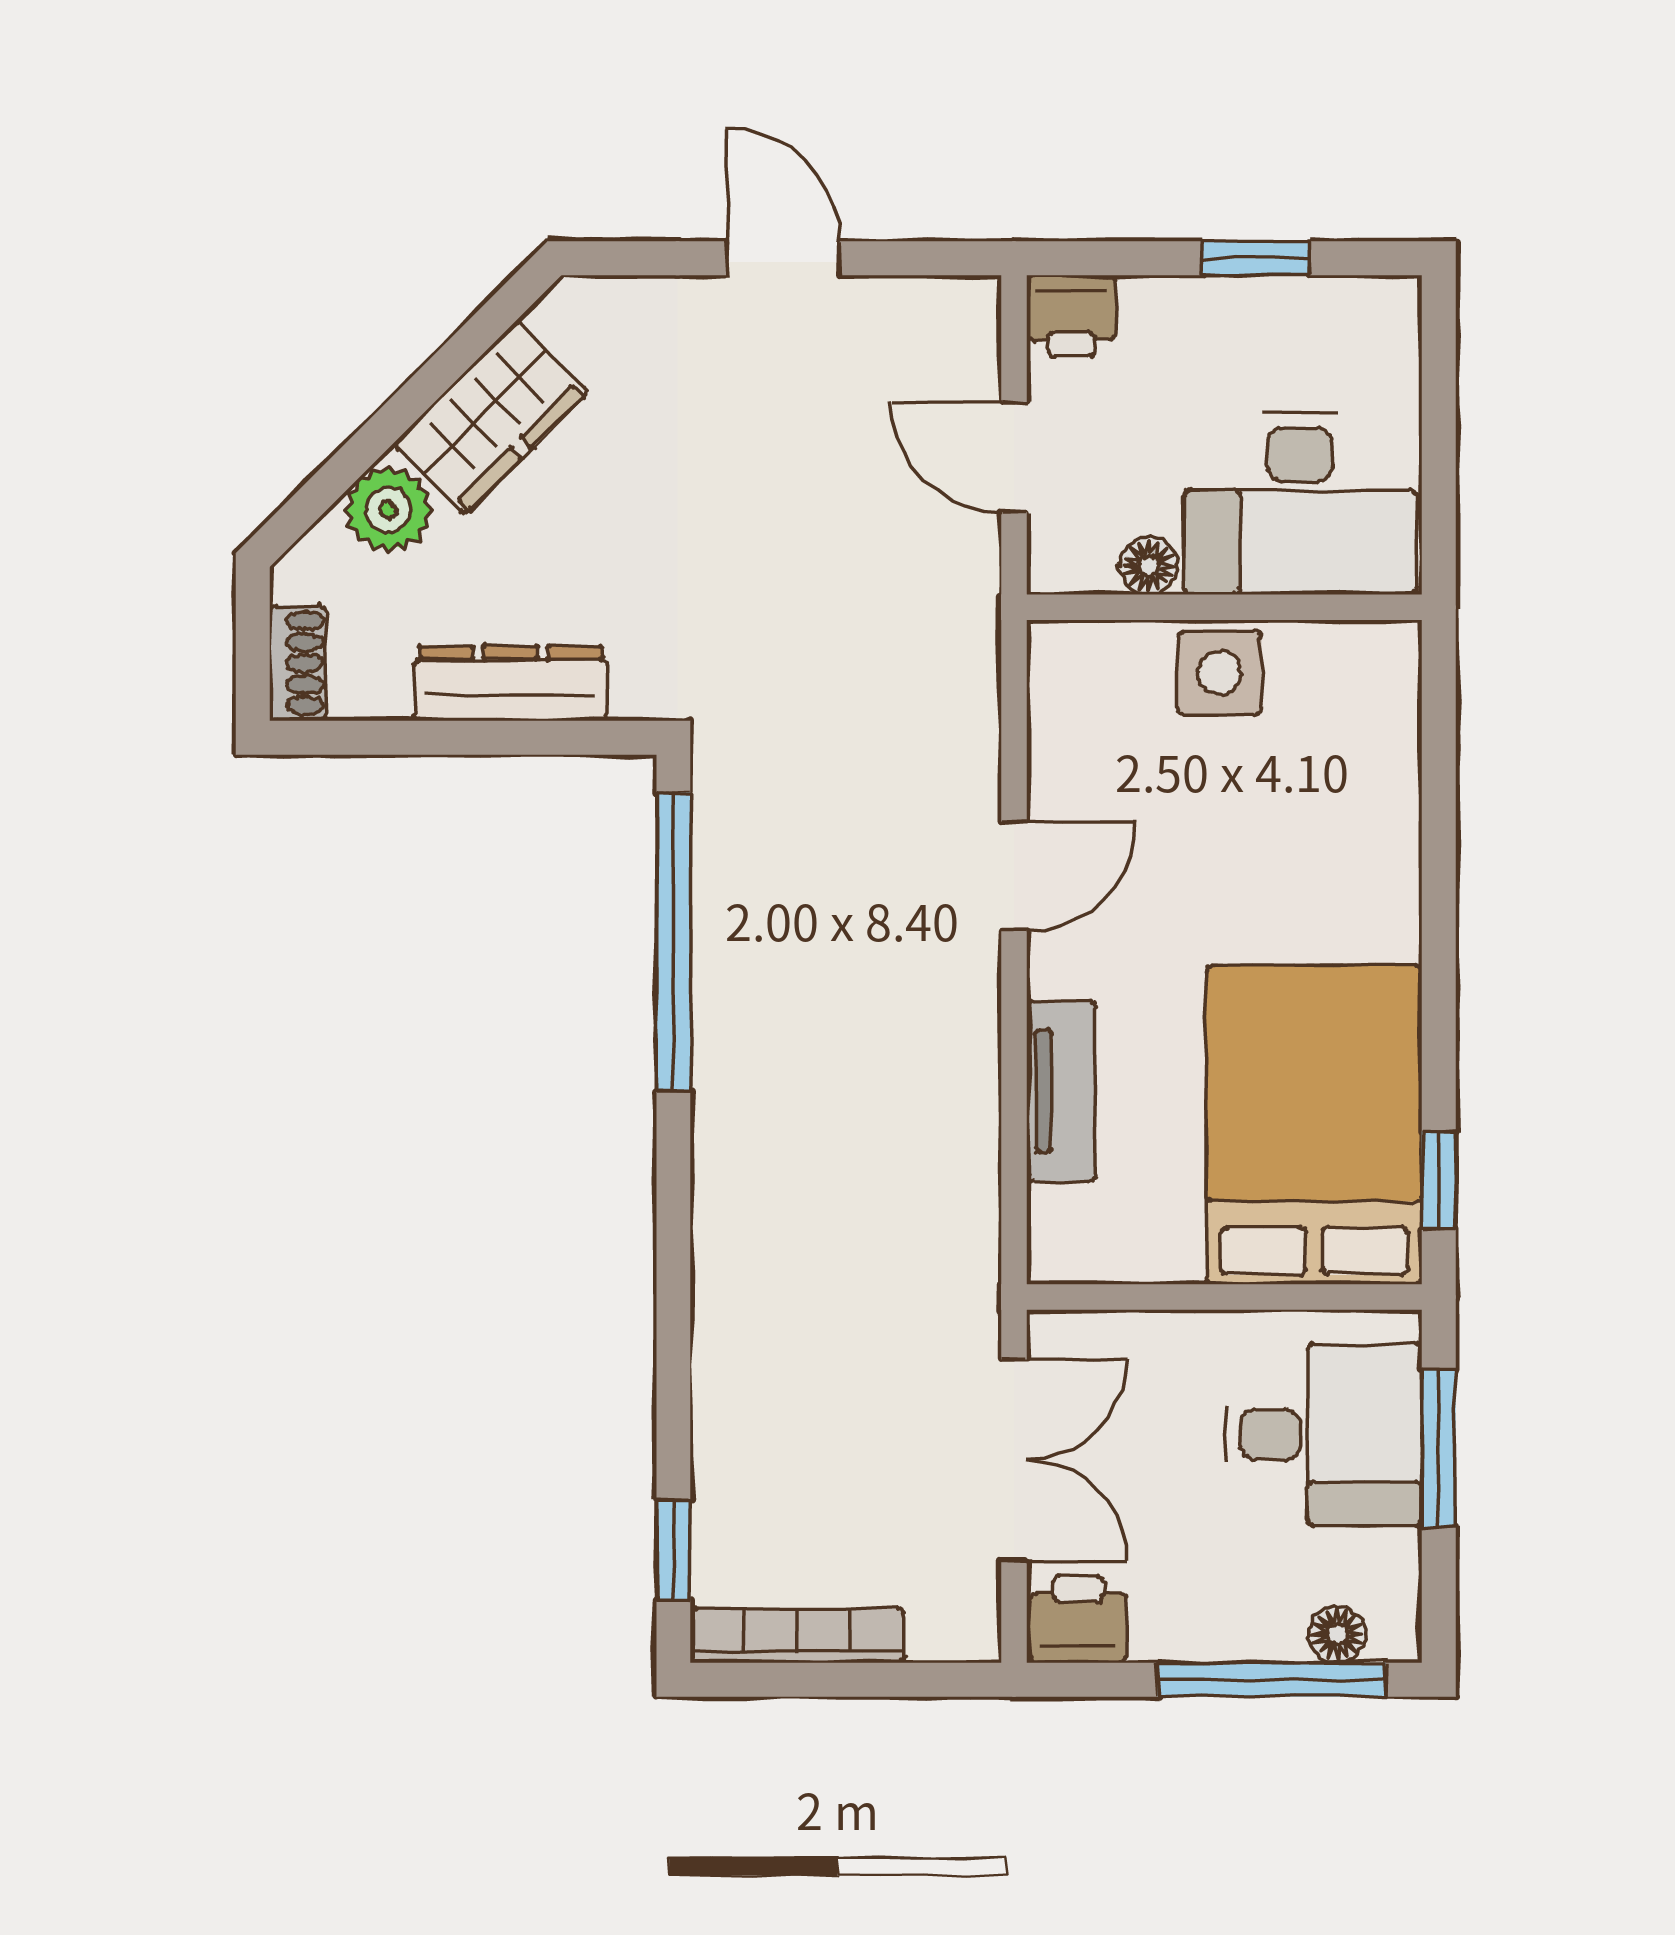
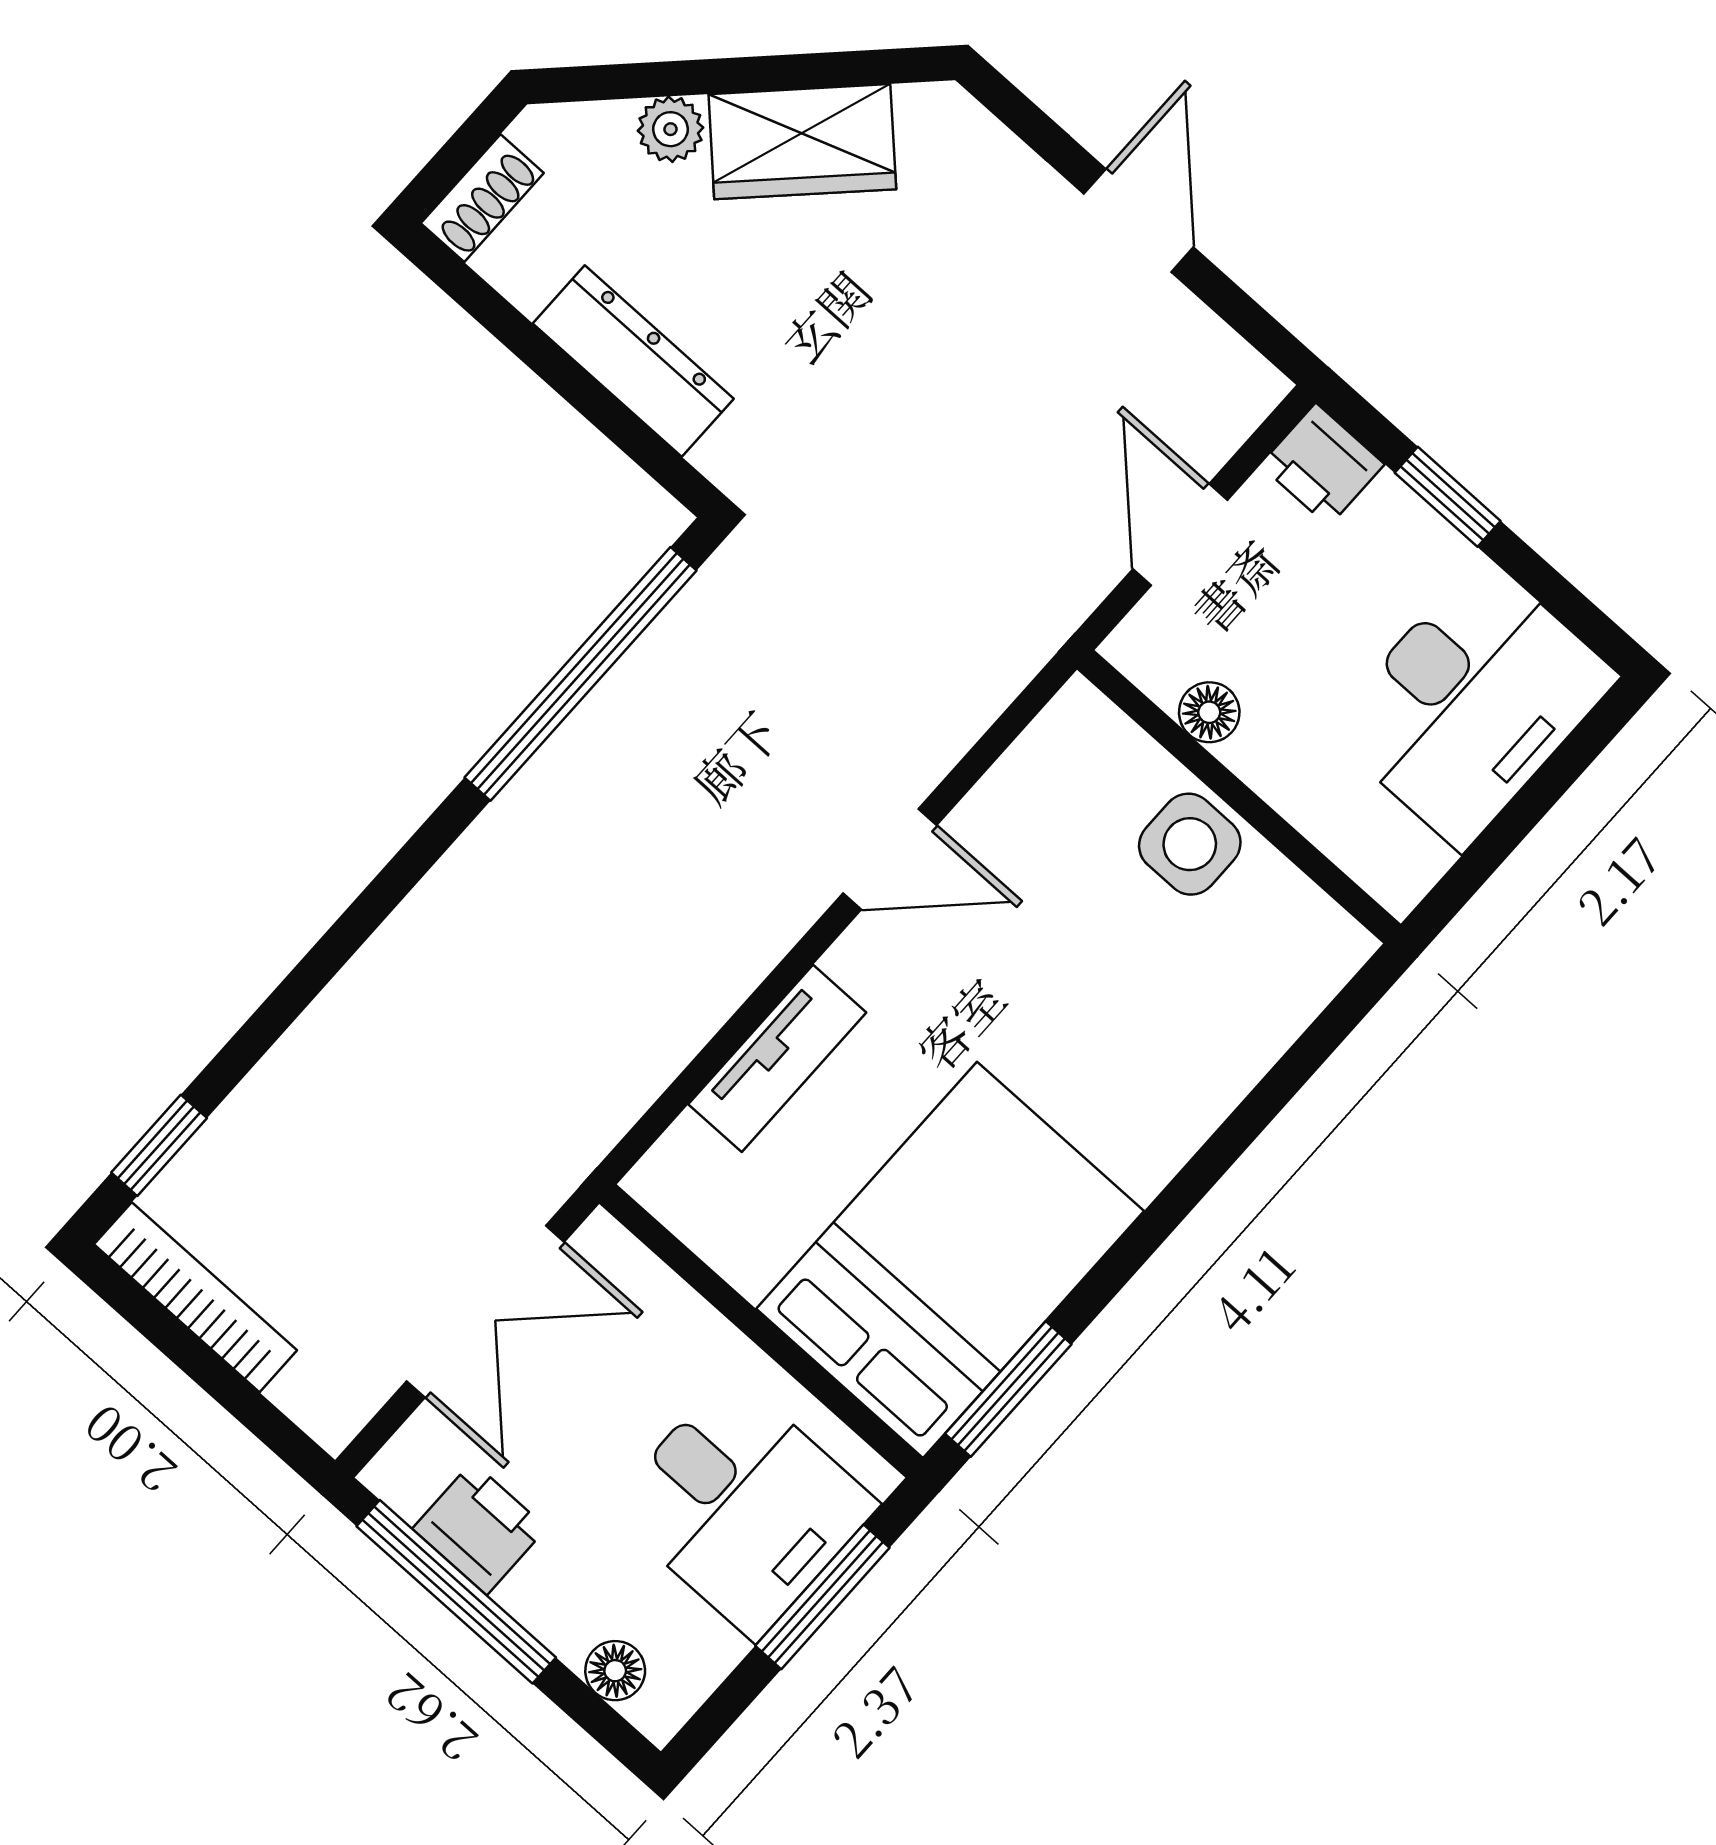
window: (1256, 258) -> (1448, 497), moved
desk: (1300, 504) -> (1471, 703), moved, turned -90
plant: (388, 510) -> (670, 129), width x0.73, depth x0.73
window: (1439, 1180) -> (1008, 1389), width x1.50
printer: (1078, 1619) -> (480, 1528), moved
window: (1272, 1680) -> (456, 1592), moved

